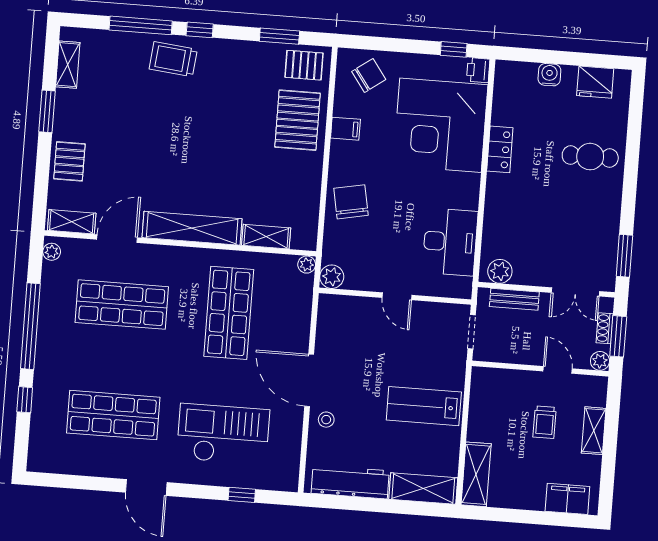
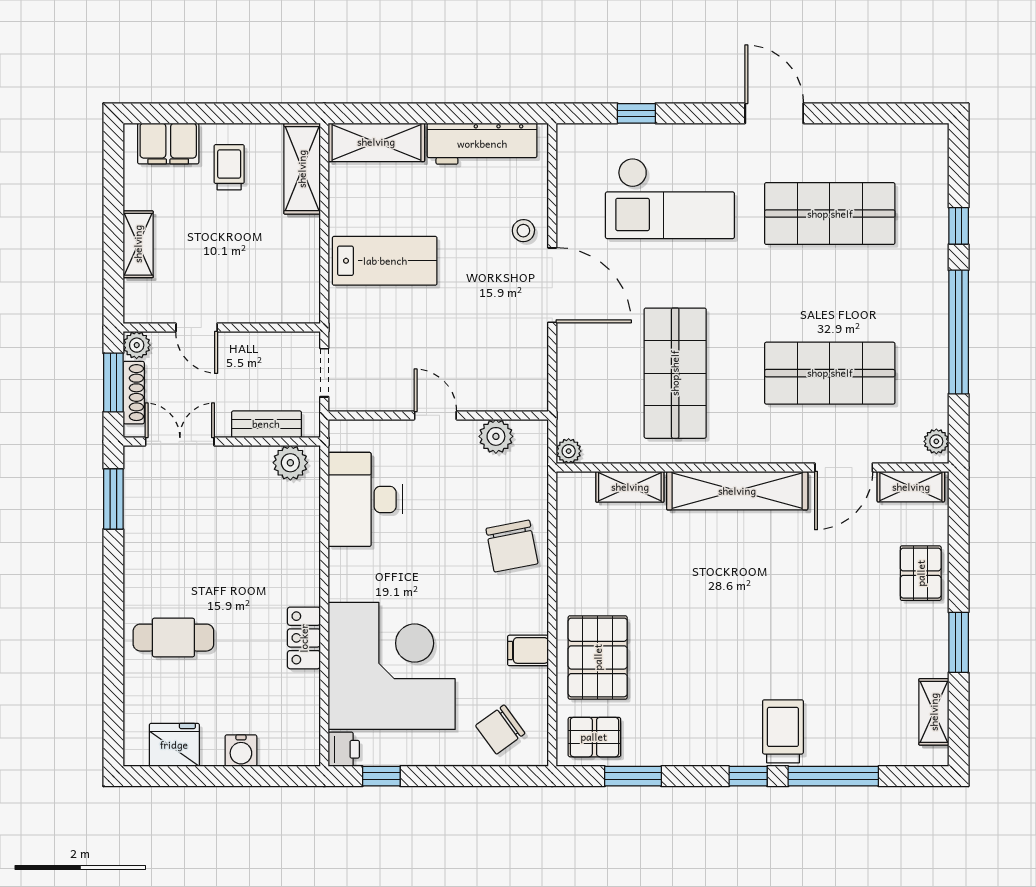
trolley: (173, 59) -> (783, 731), turned -96
plant: (332, 277) -> (496, 436), moved
shoe rack: (605, 328) -> (134, 393), width x1.43
trolley: (545, 422) -> (229, 167), moved

